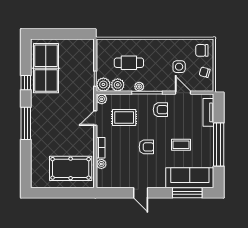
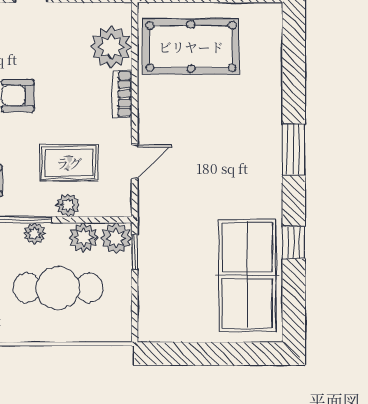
cafe table: (129, 63) -> (58, 288), width x1.37, depth x1.35
plant: (102, 99) -> (68, 205), moved
window: (26, 123) -> (294, 149), width x0.69
plant: (101, 164) -> (111, 47), width x1.88, depth x1.88

